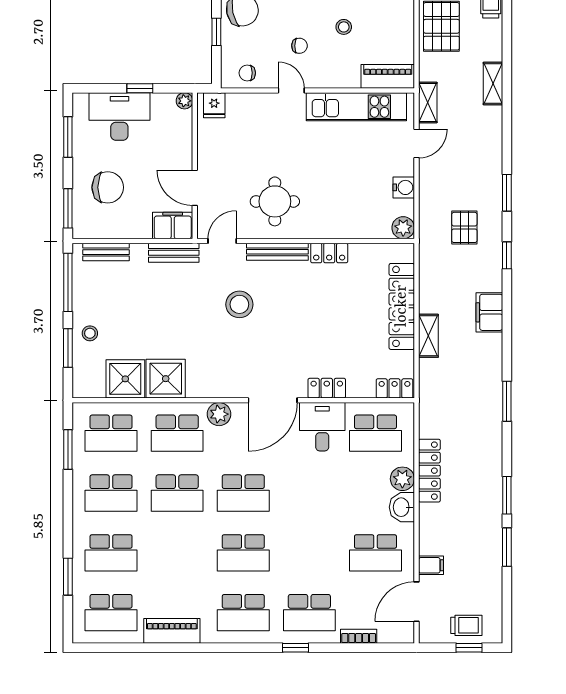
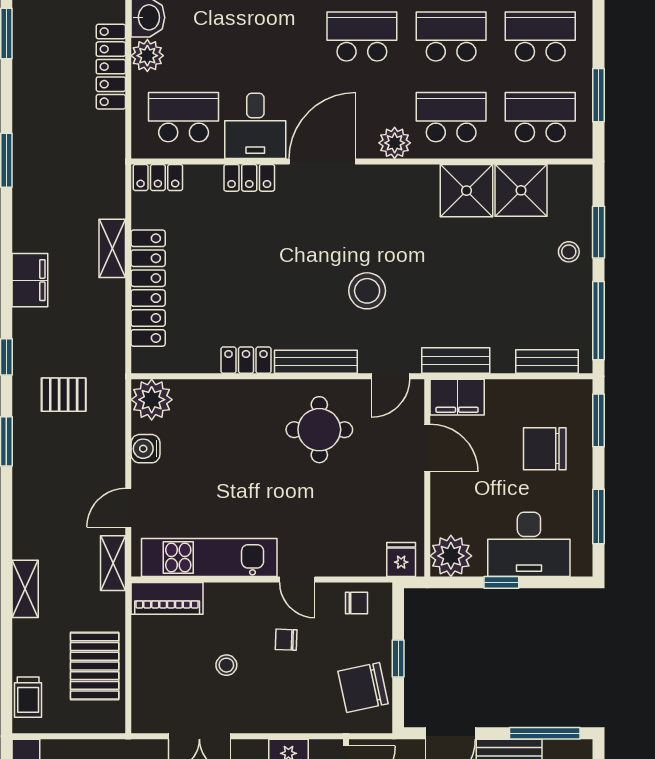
plant: (184, 101) -> (451, 556), width x1.87, depth x1.87
pallet: (464, 227) -> (64, 395), turned 90
plant: (403, 228) -> (152, 400), width x1.36, depth x1.36

